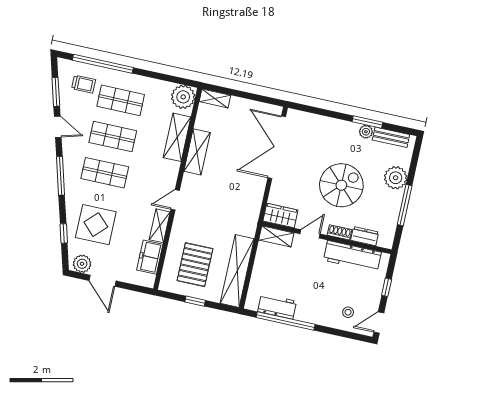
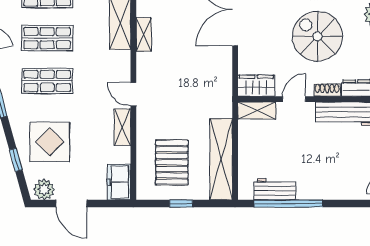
shelving: (197, 152) -> (144, 34), width x0.67, depth x0.75
spiral stairs: (341, 185) -> (318, 36), turned -90
door: (175, 200) -> (133, 94), hinge flipped
freezer: (150, 257) -> (119, 182), moved
stool: (348, 312) -> (357, 178), removed

